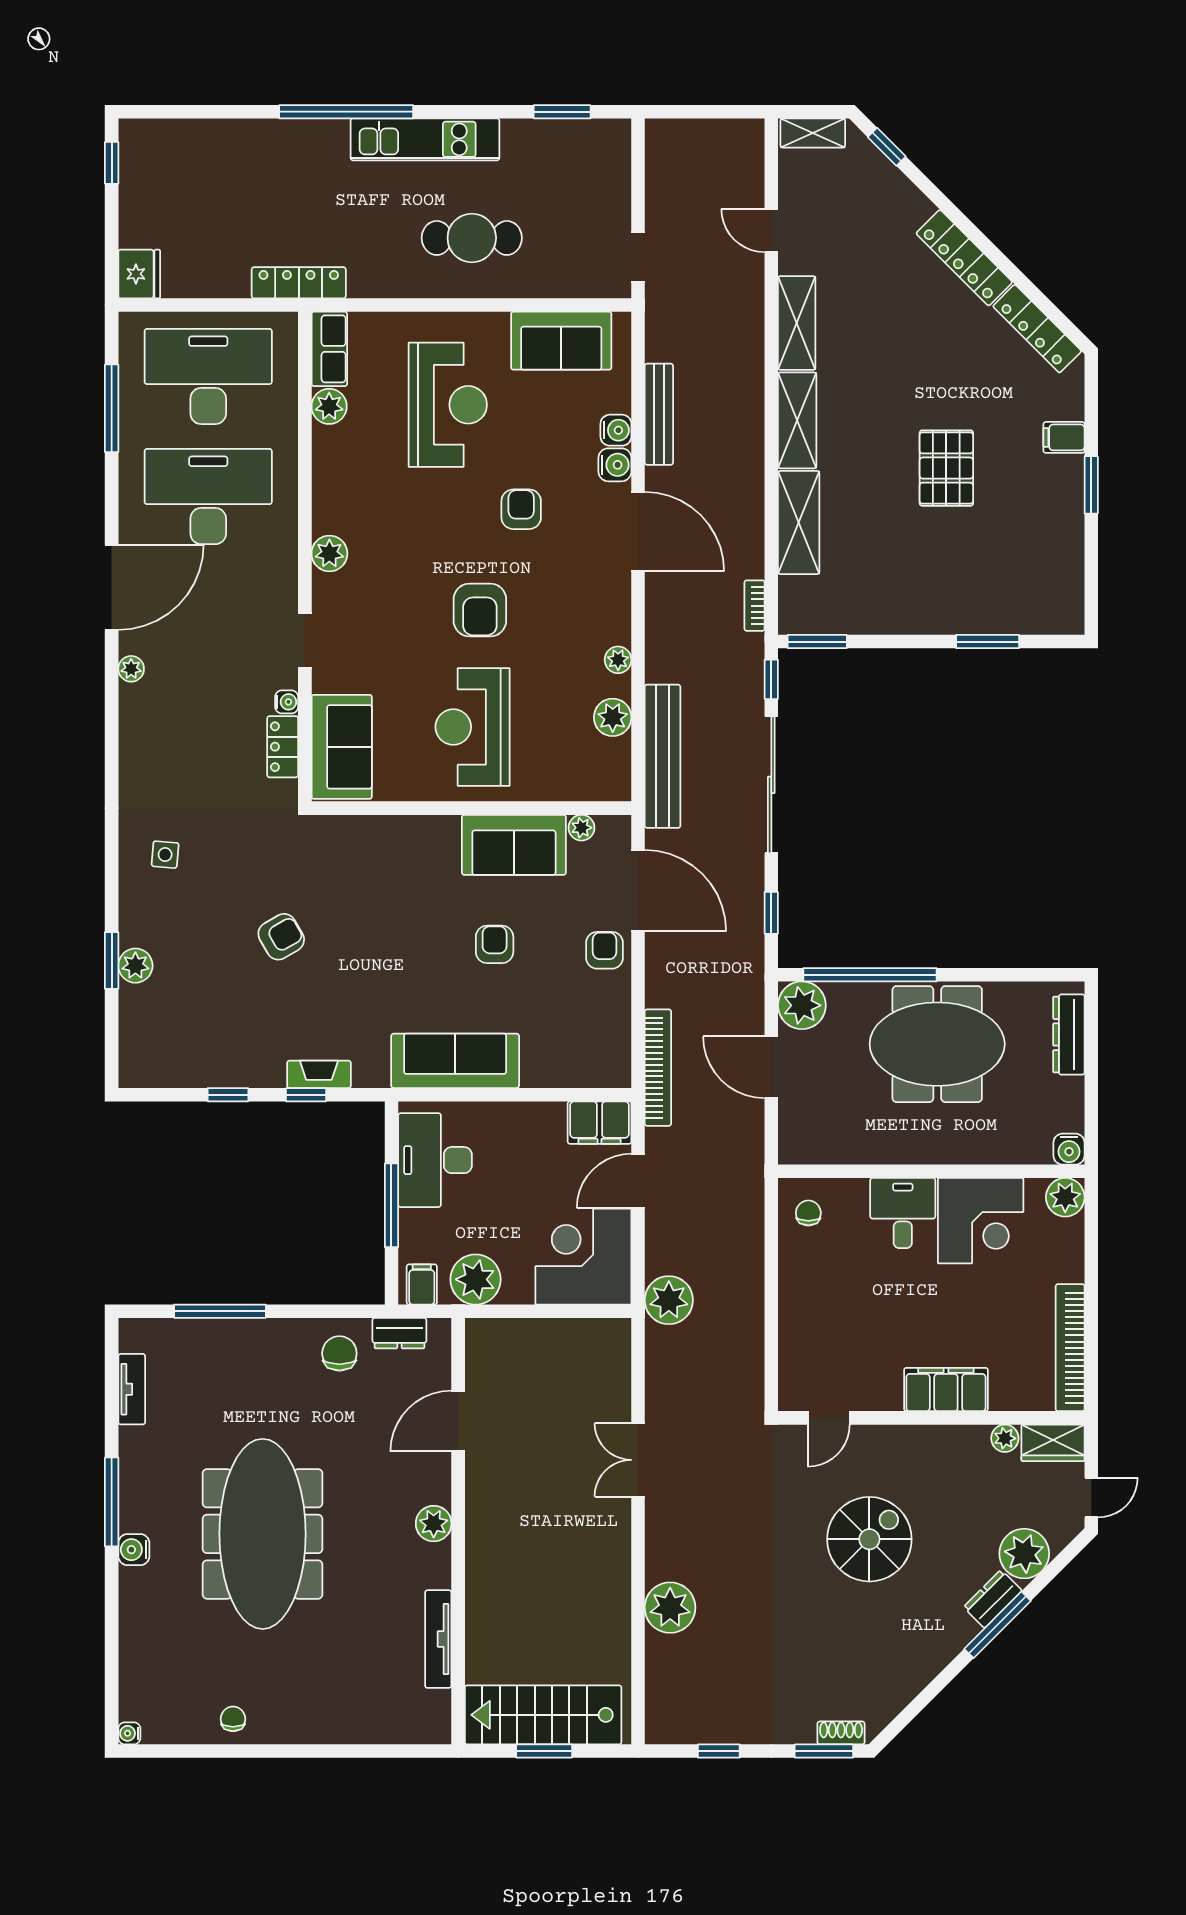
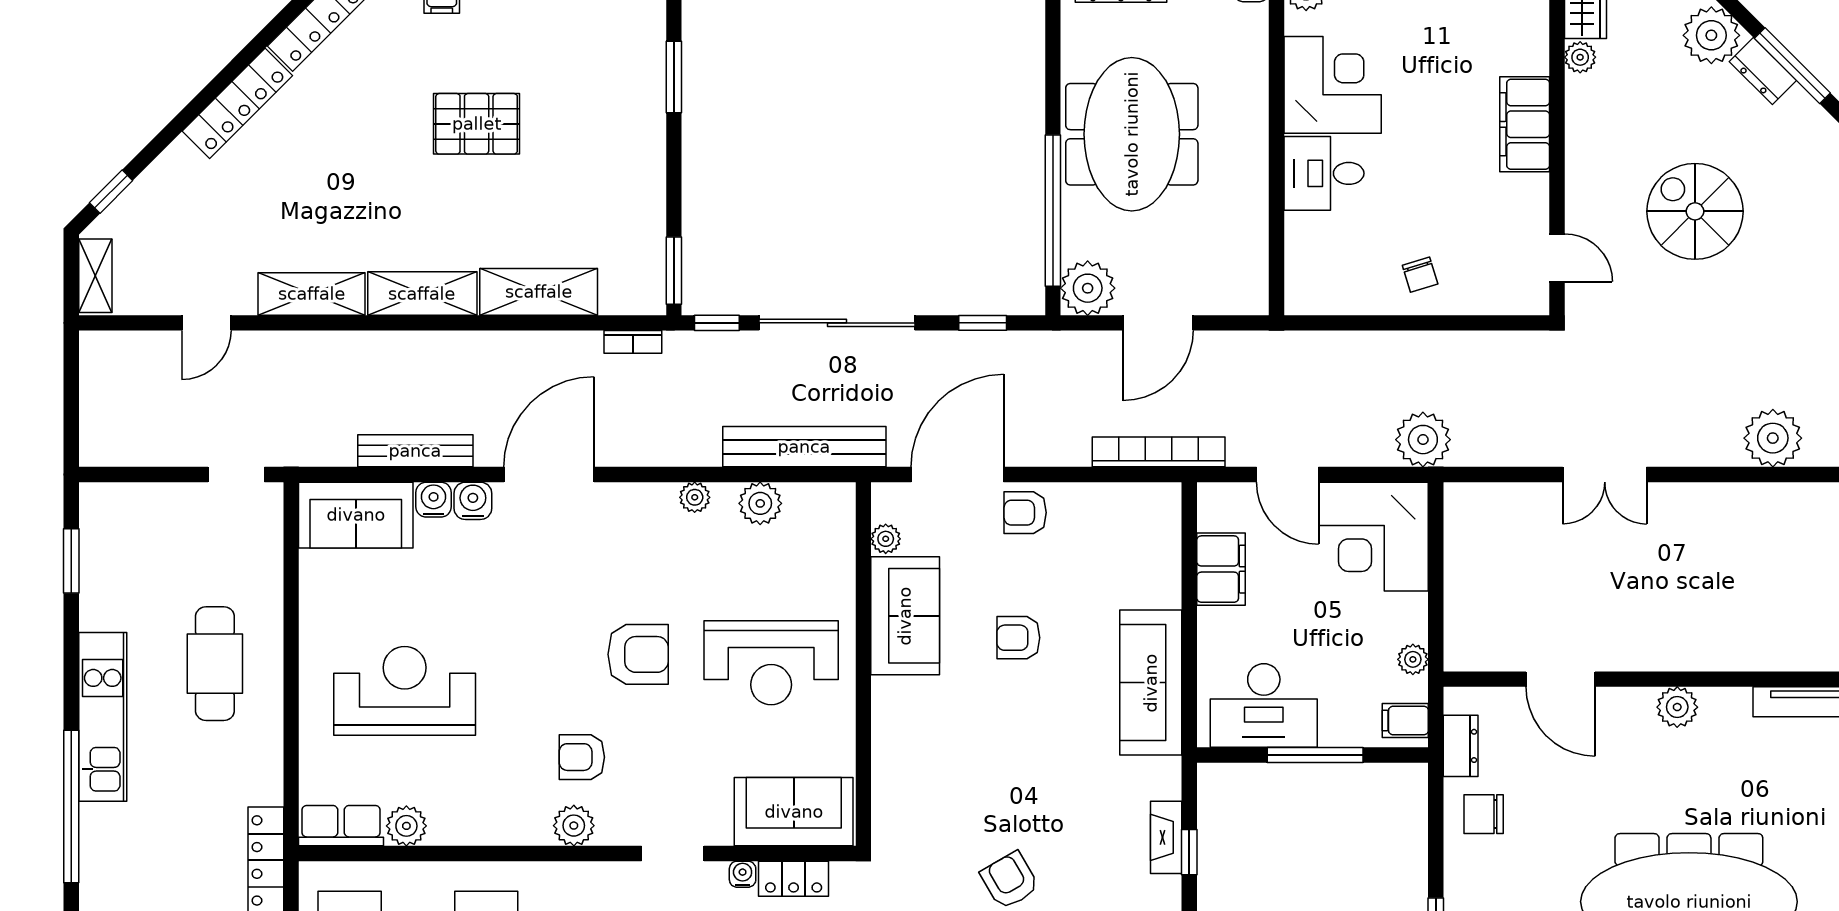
sofa: (561, 341) -> (356, 515), moved, turned 90
armchair: (521, 509) -> (582, 757), moved
filing cabinet: (599, 1123) -> (1221, 569), moved
chair: (808, 1213) -> (1420, 275), moved, turned -107
plant: (476, 1279) -> (1413, 659), width x0.53, depth x0.53

